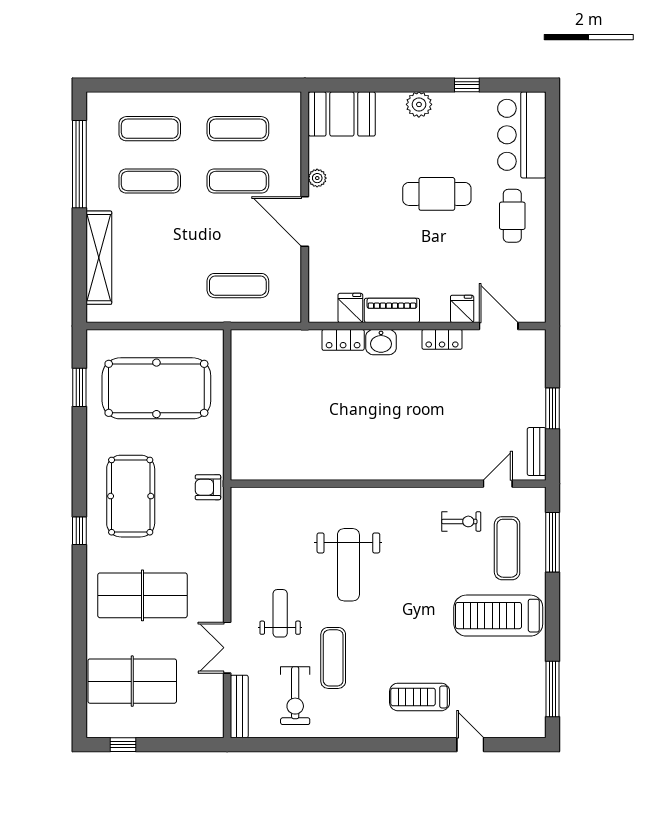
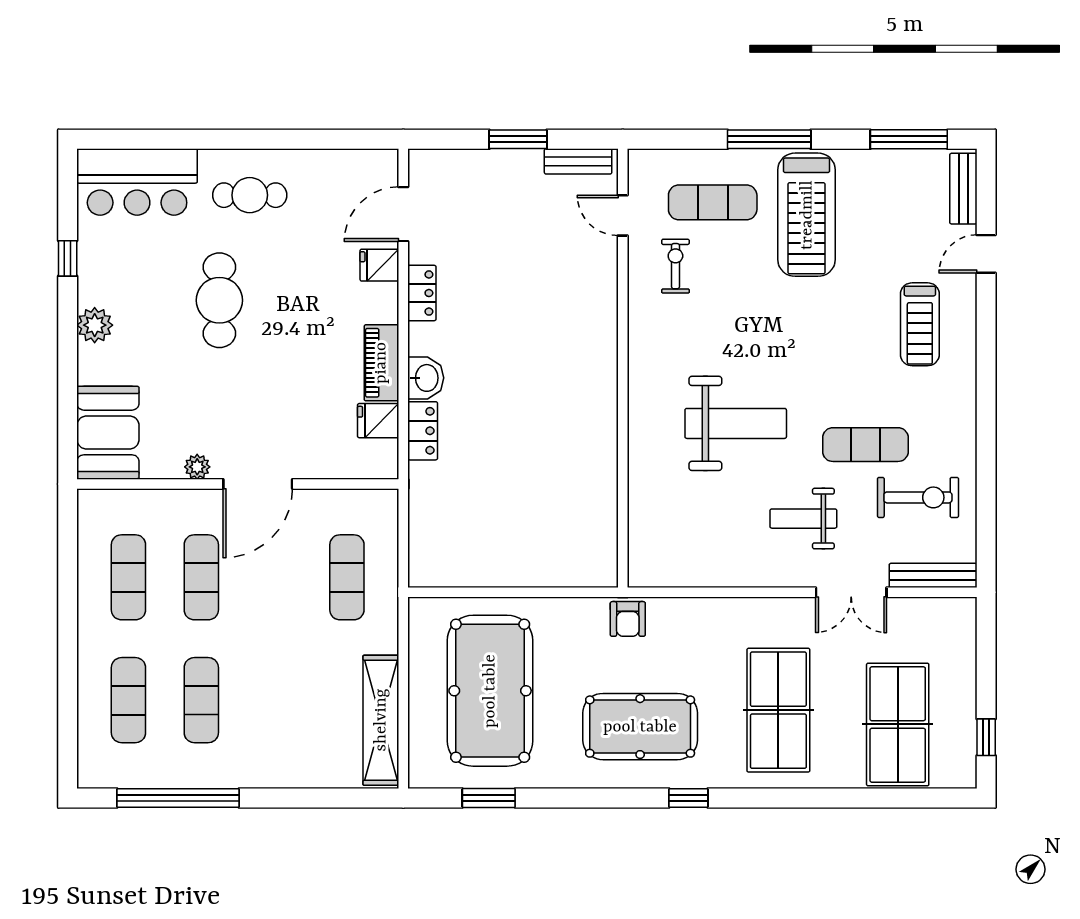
shelving: (99, 258) -> (381, 720), moved, turned 90
window: (552, 542) -> (769, 139), moved
bench: (517, 728) -> (963, 189), added

